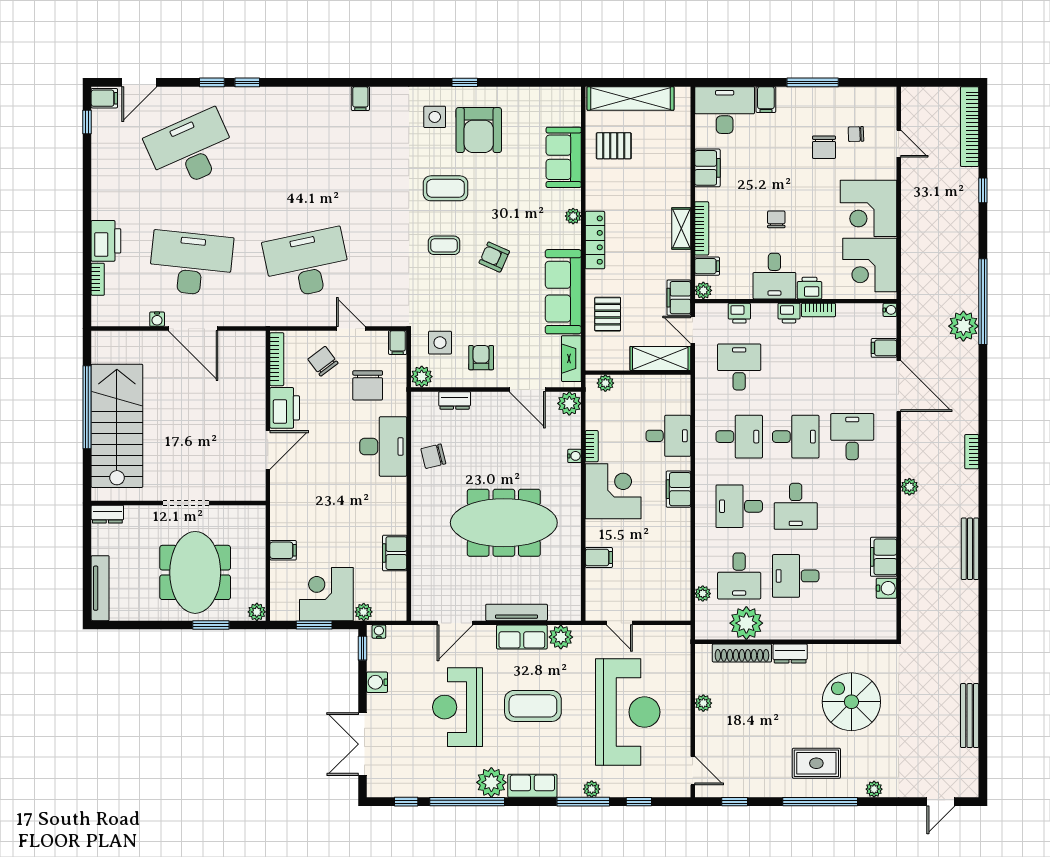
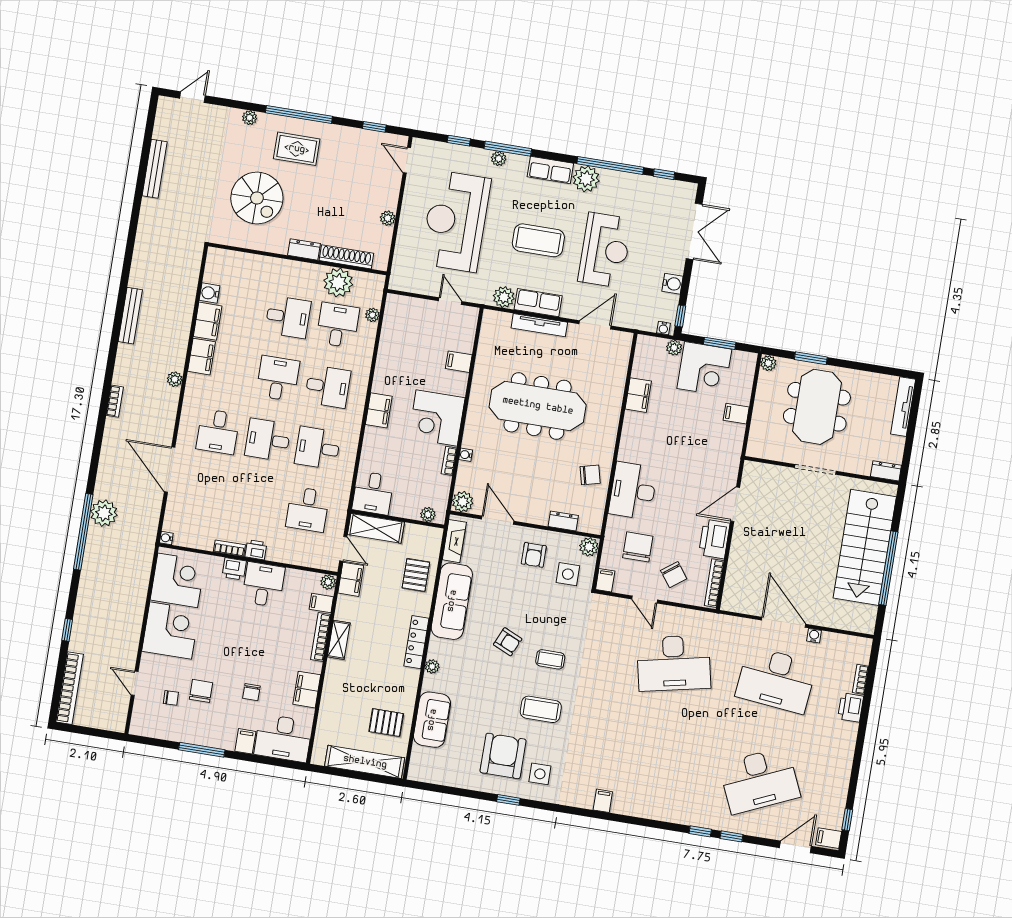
chair: (776, 219) -> (251, 692), moved
printer: (106, 241) -> (851, 707), width x0.73, depth x0.84
printer: (739, 313) -> (300, 557), removed
filing cabinet: (884, 348) -> (201, 357), moved, width x2.00
desk: (668, 436) -> (373, 493), moved, turned -90

